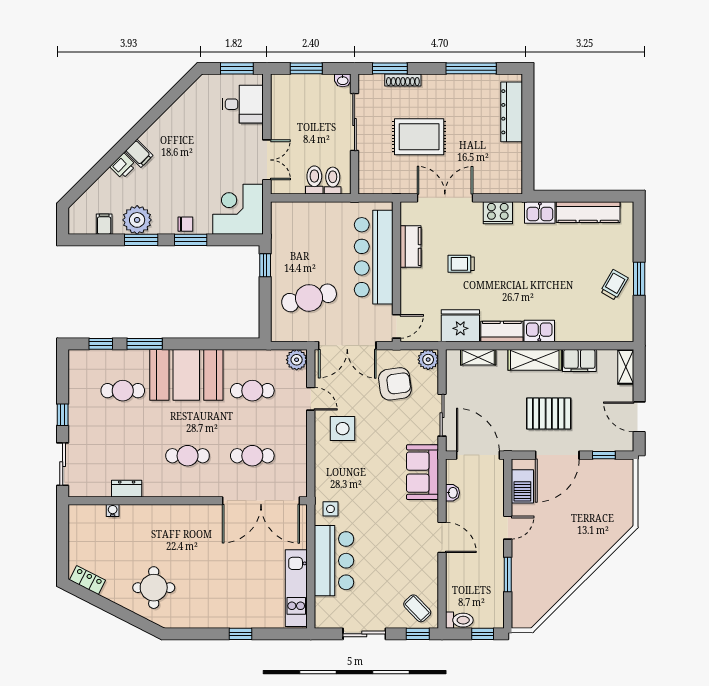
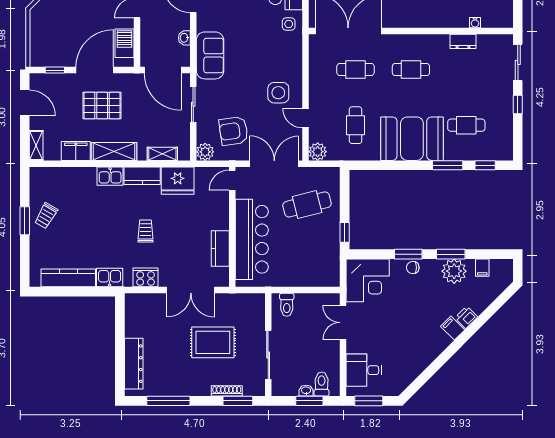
washbasin: (343, 80) -> (306, 391), moved
toilet: (314, 180) -> (322, 384), moved, turned 180
trolley: (461, 264) -> (146, 231), moved, turned -90
cafe table: (252, 391) -> (356, 125), turned 90

